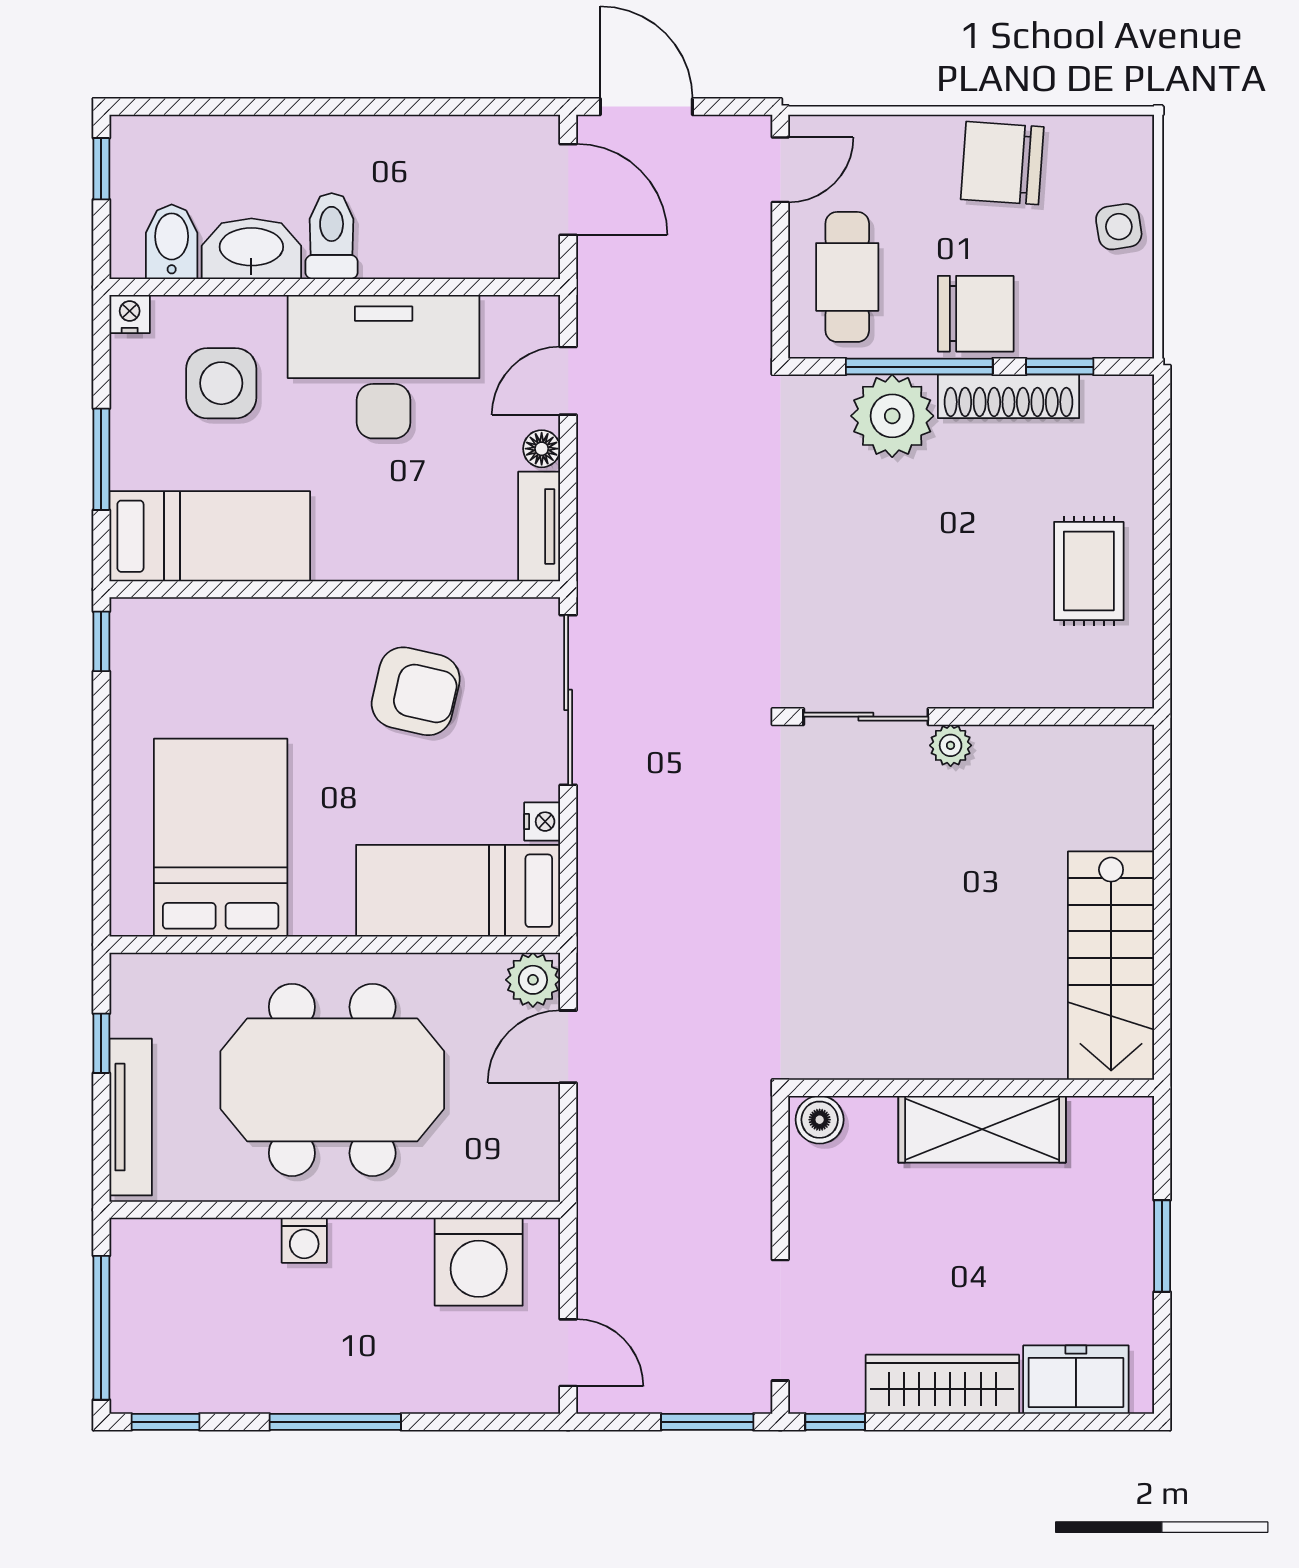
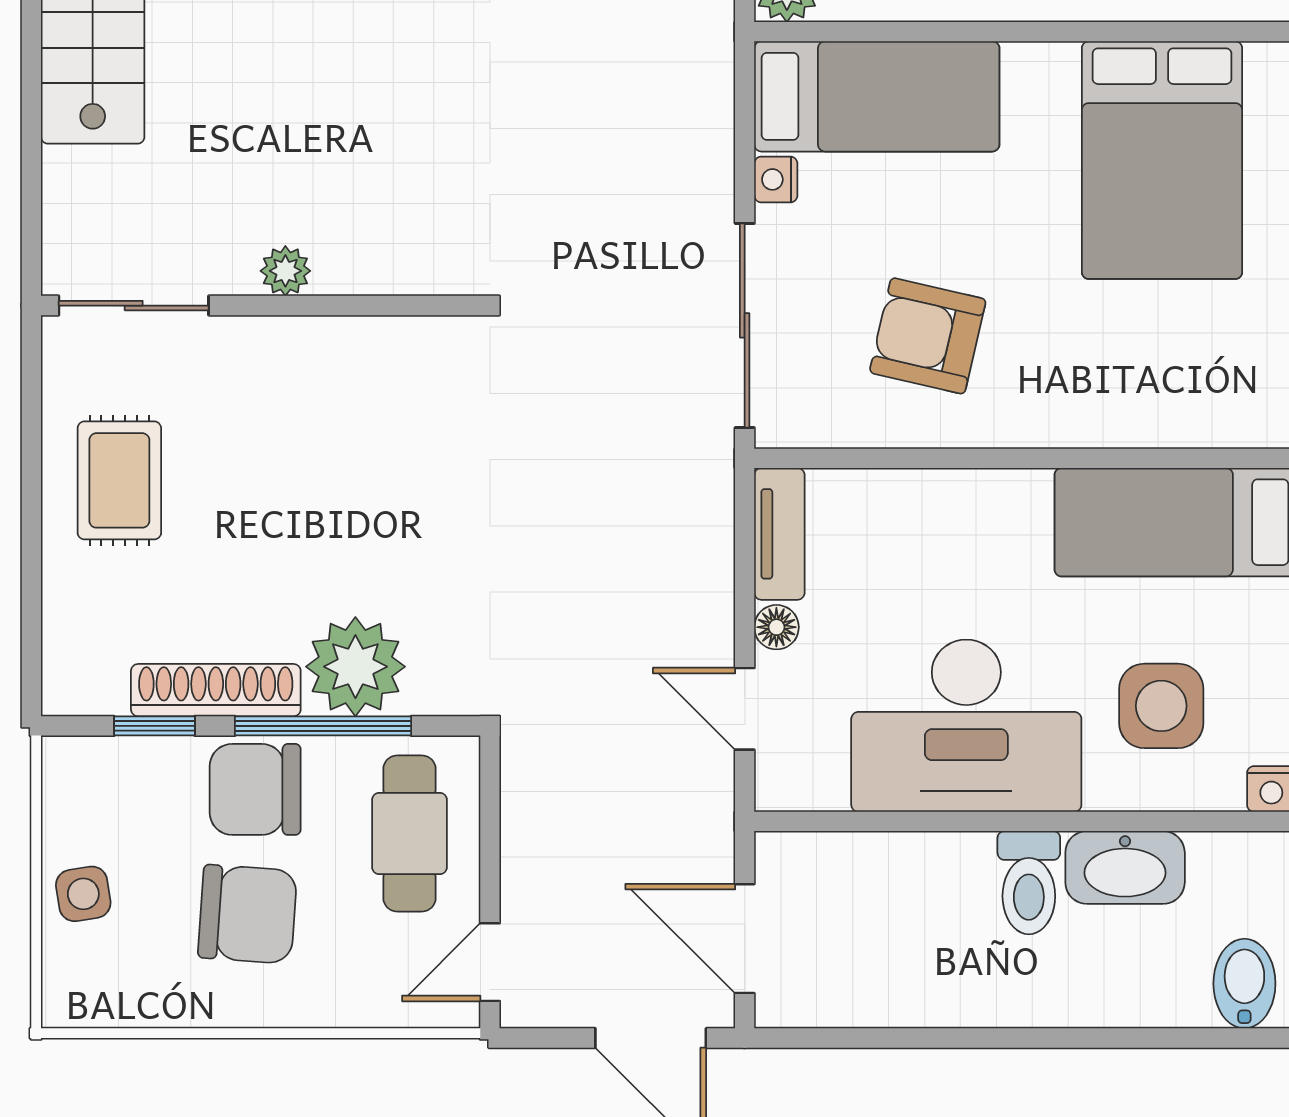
chair: (1002, 163) -> (248, 914), moved
bidet: (172, 242) -> (1244, 984), moved, turned 180
door: (568, 381) -> (745, 709), swing flipped
sliding door: (866, 717) -> (134, 306), moved

